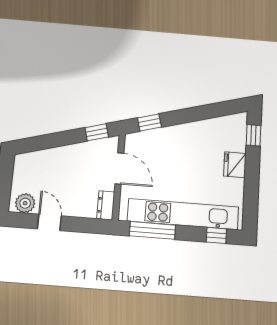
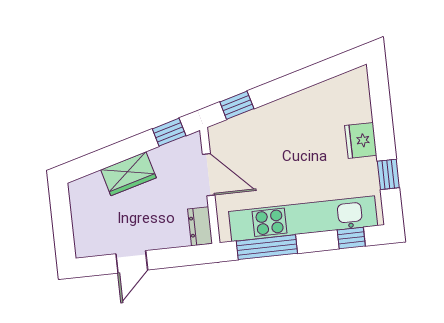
window: (253, 135) -> (388, 174), moved
wardrobe: (61, 157) -> (128, 174), added
plant: (25, 203) -> (95, 243), removed
door: (49, 222) -> (132, 262), swing flipped

